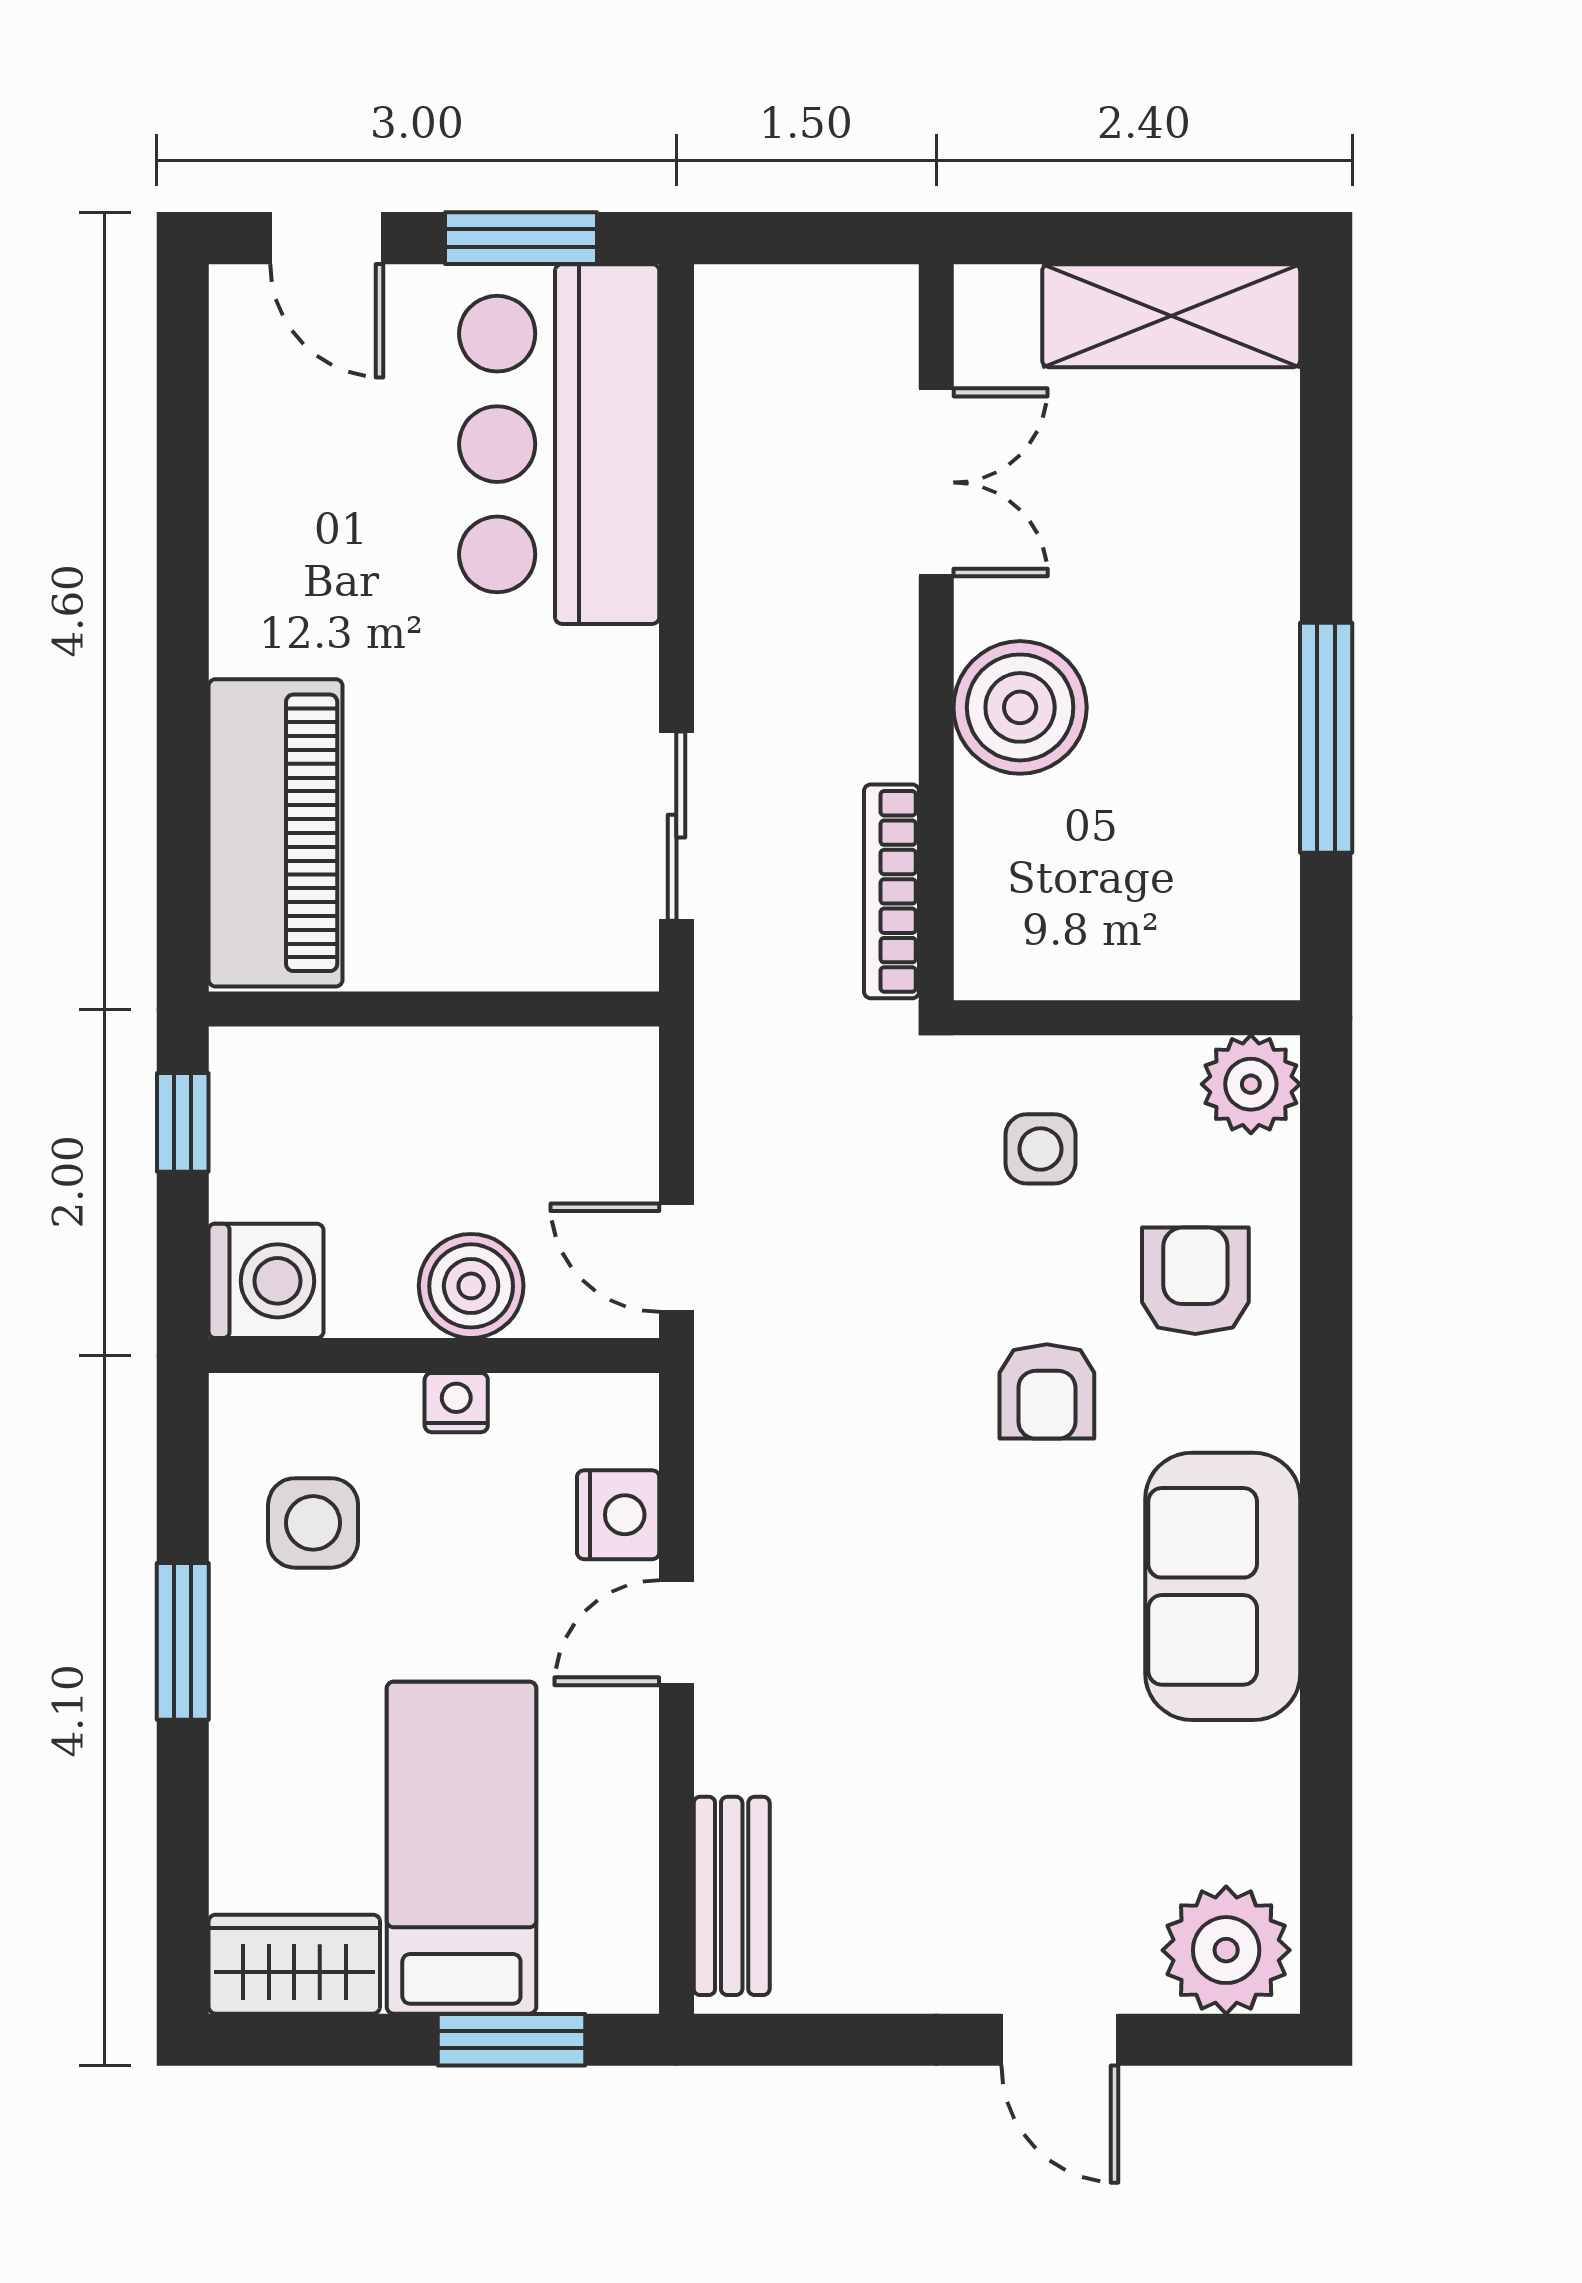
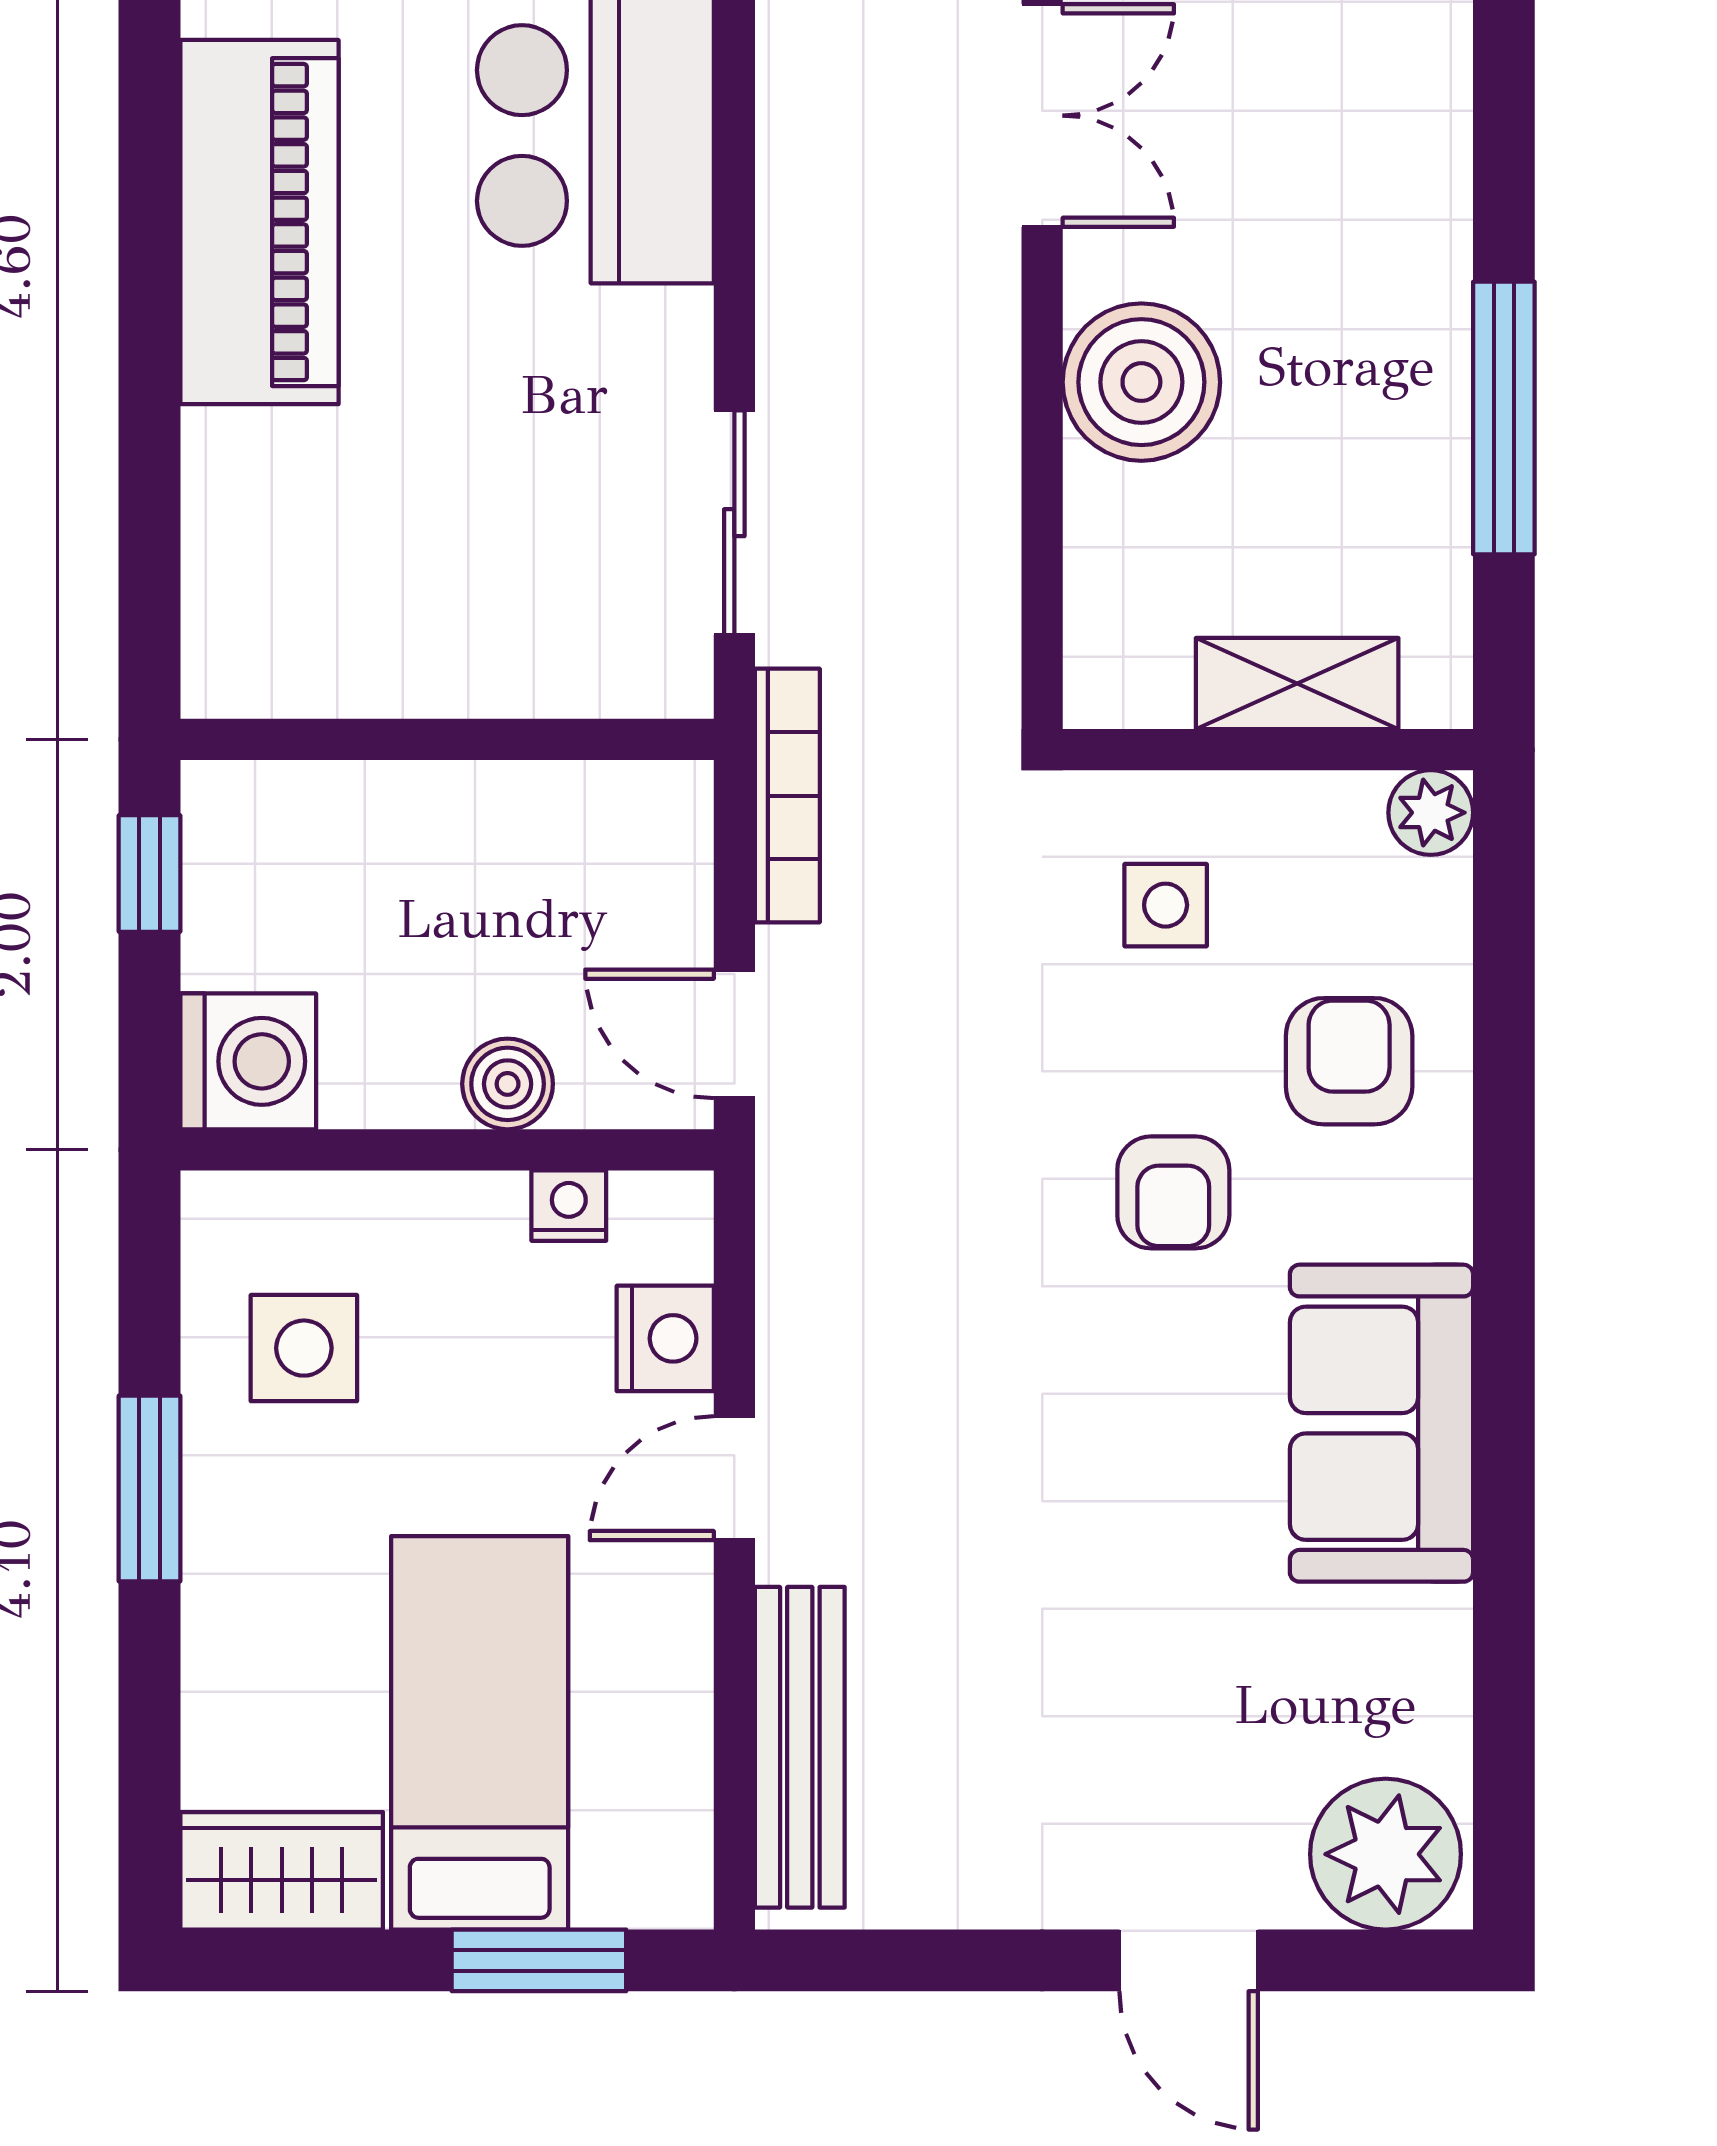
piano: (276, 833) -> (259, 222), moved
bookcase: (892, 891) -> (787, 796), moved, turned 180
shelving: (1152, 962) -> (1297, 684), added
plant: (1251, 1084) -> (1431, 813), width x0.73, depth x0.73
boiler: (471, 1286) -> (508, 1084), width x0.73, depth x0.73
nightstand: (456, 1403) -> (569, 1206), moved
bench: (732, 1896) -> (800, 1747), width x1.36

